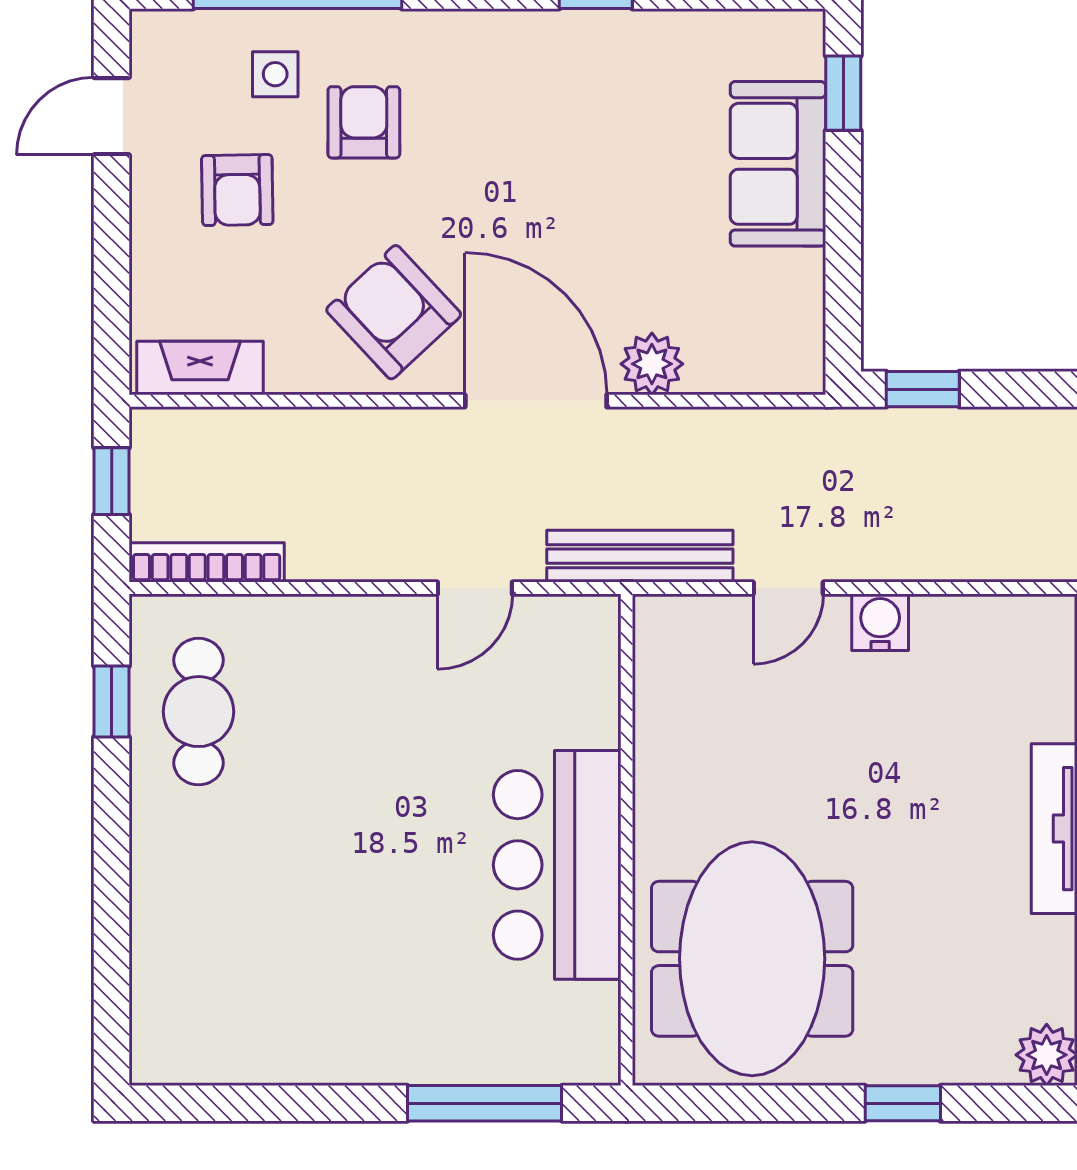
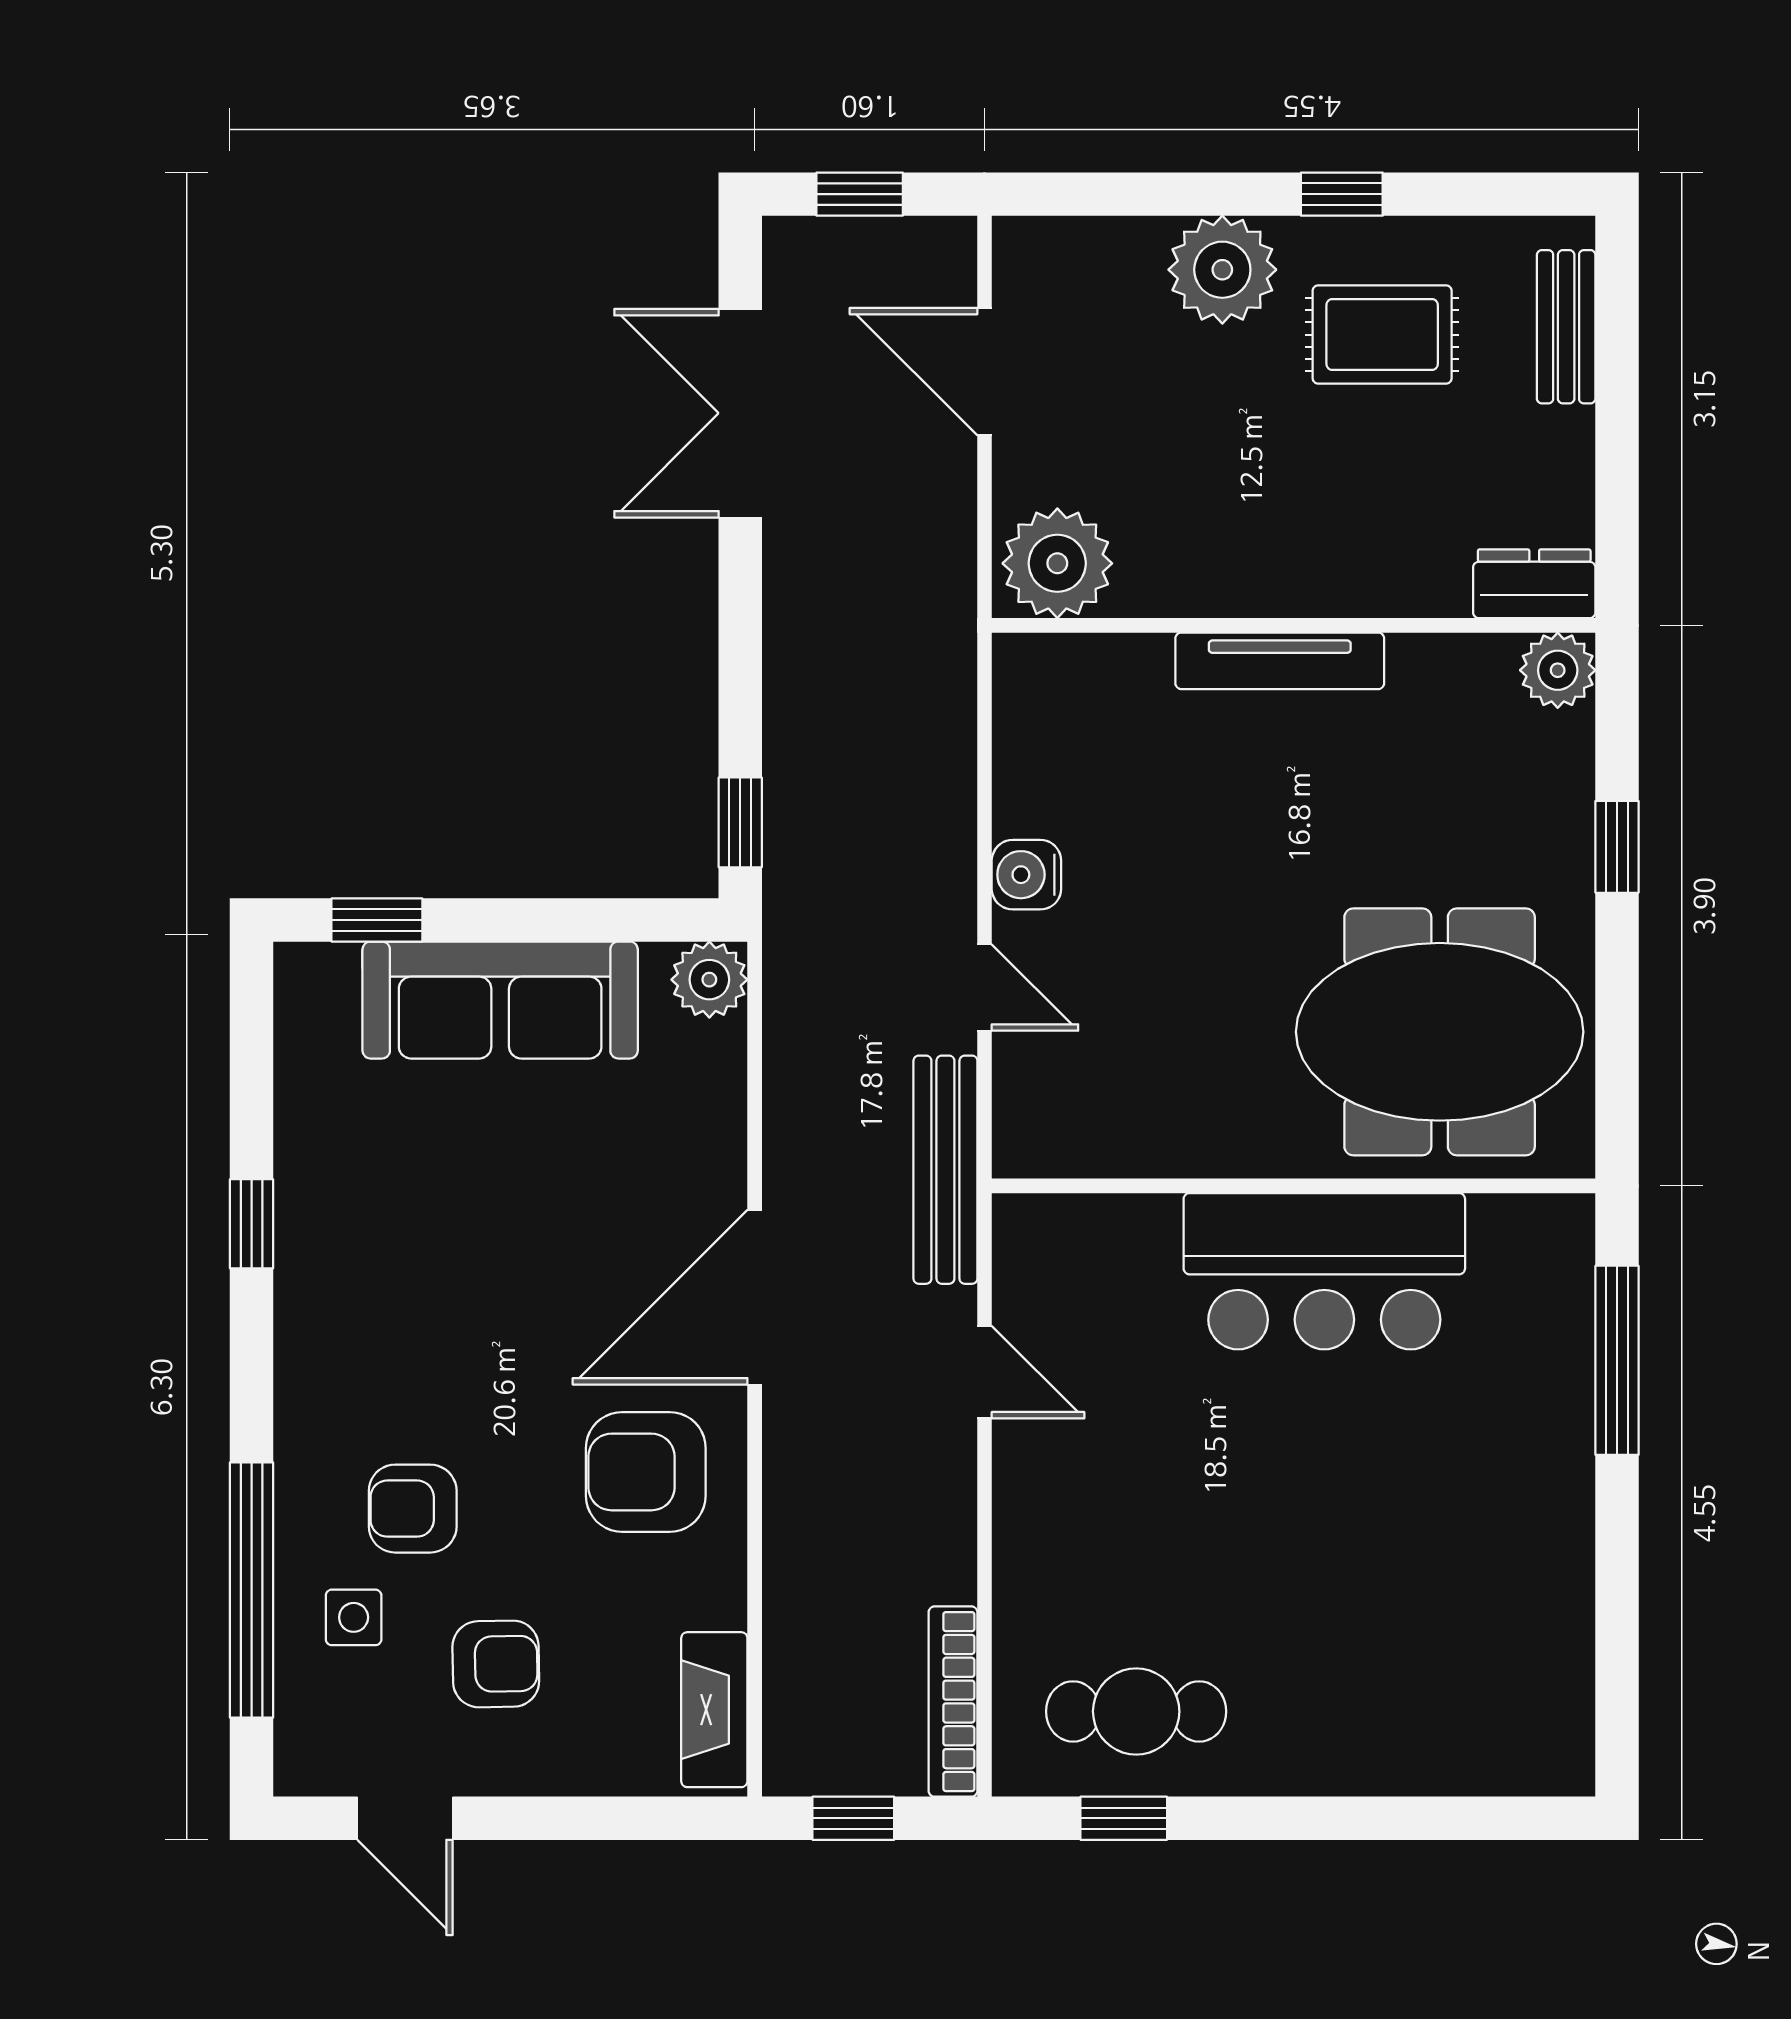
sofa: (778, 164) -> (500, 1000), width x1.36
armchair: (394, 312) -> (646, 1472), turned 43
plant: (652, 364) -> (709, 980), moved

